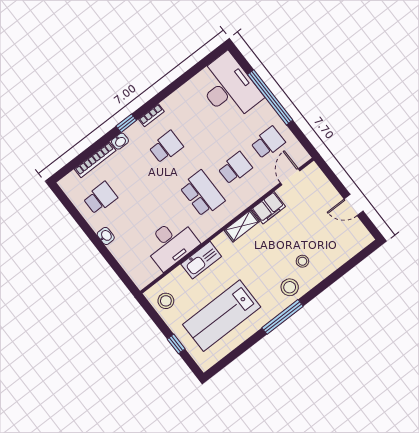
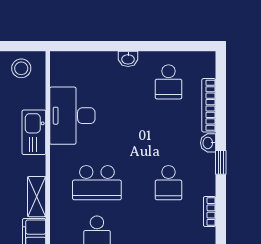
bookcase: (151, 115) -> (210, 211), moved

